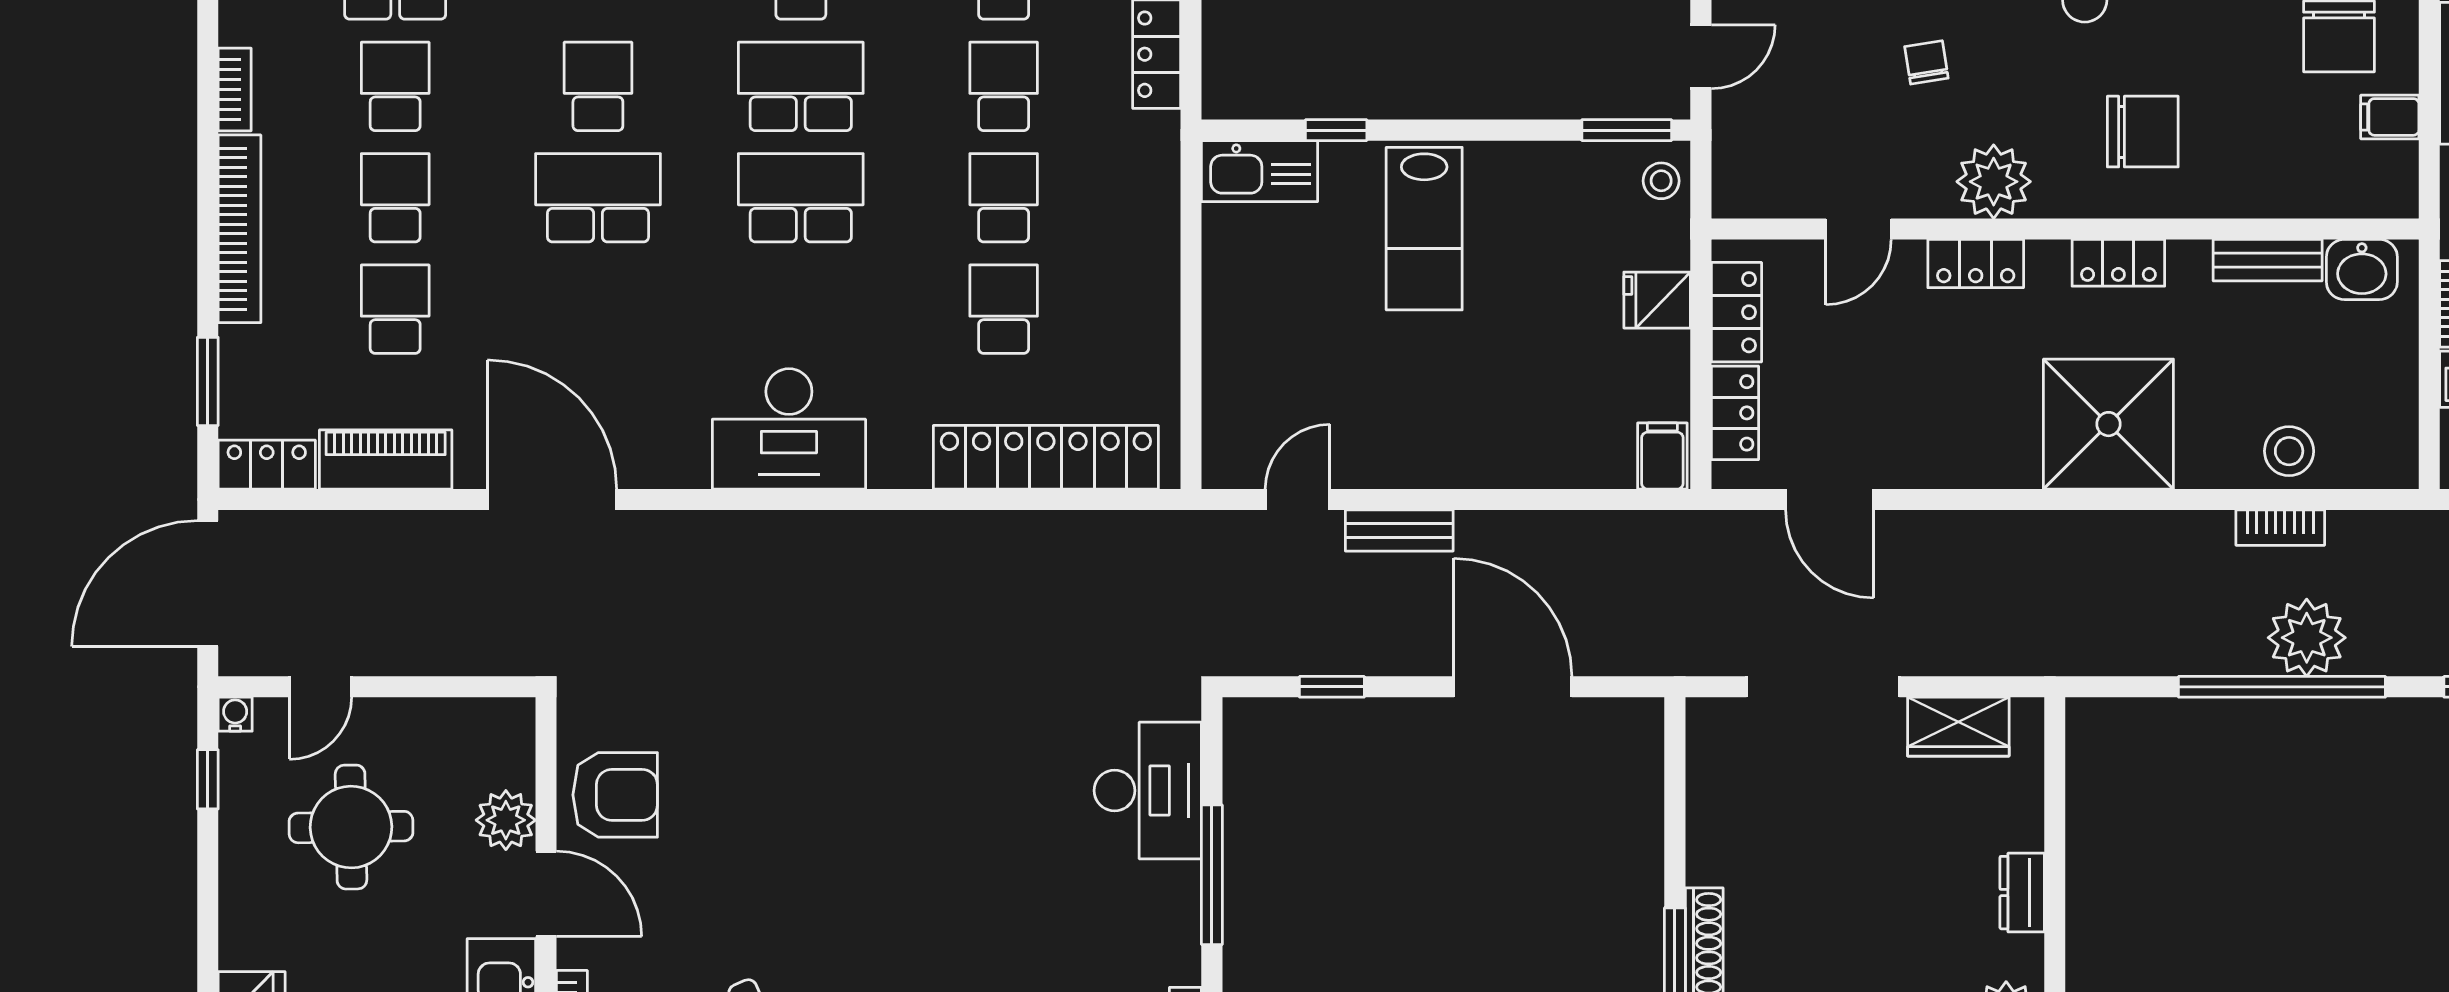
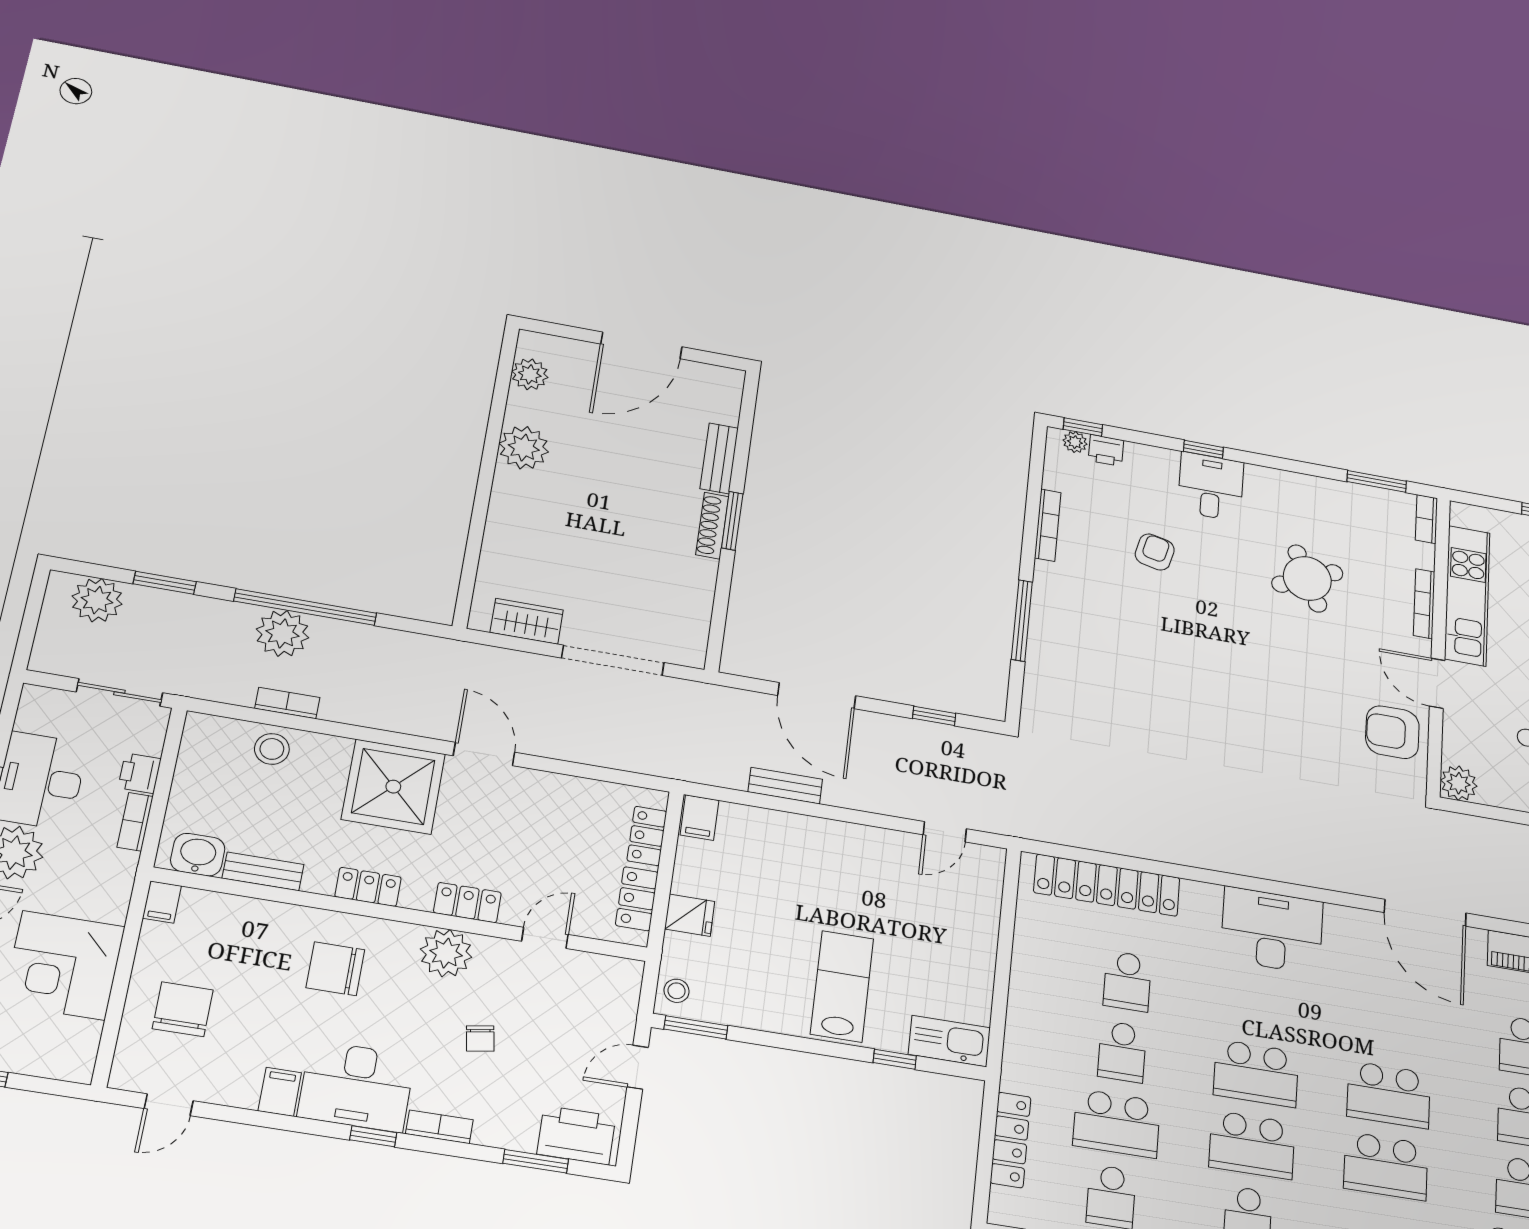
school desk: (598, 86) -> (1386, 1166), width x1.85
school desk: (1004, 86) -> (1117, 1123), width x1.85
filing cabinet: (2390, 117) -> (162, 902), moved, turned 90
door: (1830, 499) -> (484, 754), moved
bench: (1399, 530) -> (785, 786), moved
desk: (1148, 791) -> (1058, 676), removed
plant: (506, 820) -> (1459, 783), moved
dresser: (2022, 893) -> (501, 518), removed

